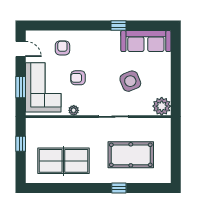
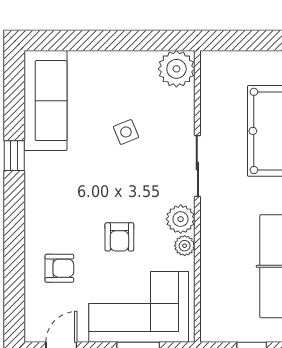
armchair: (62, 48) -> (59, 268), turned 180
side table: (130, 81) -> (126, 132), width x0.54, depth x0.54
plant: (87, 108) -> (181, 219), added

